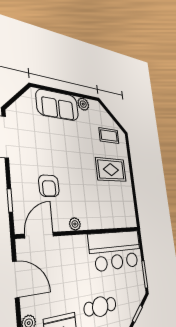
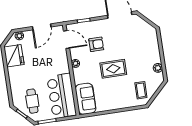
sofa: (58, 105) -> (86, 99), moved, turned 180
rug: (111, 170) -> (113, 69), moved, turned 90
armchair: (49, 186) -> (96, 44), turned 180
cafe table: (100, 307) -> (32, 101), moved

